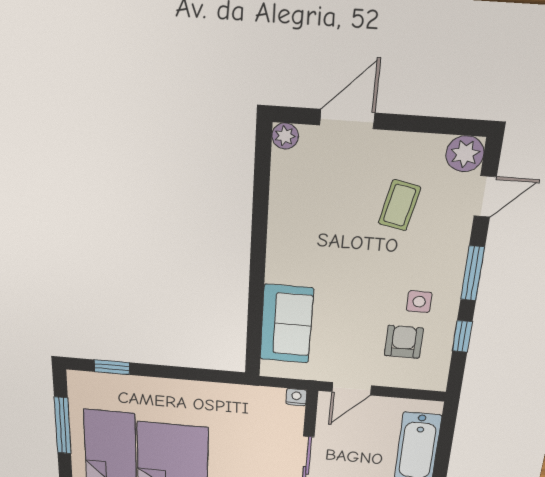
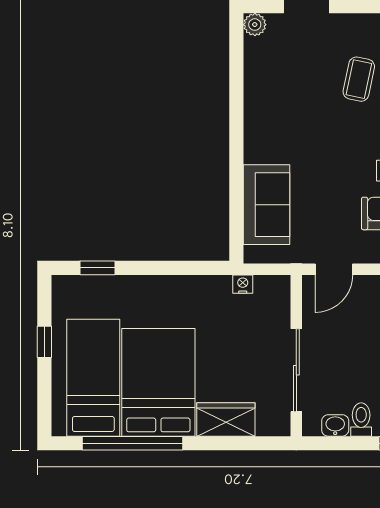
nightstand: (296, 397) -> (243, 284), moved
window: (63, 426) -> (44, 342), width x0.46

